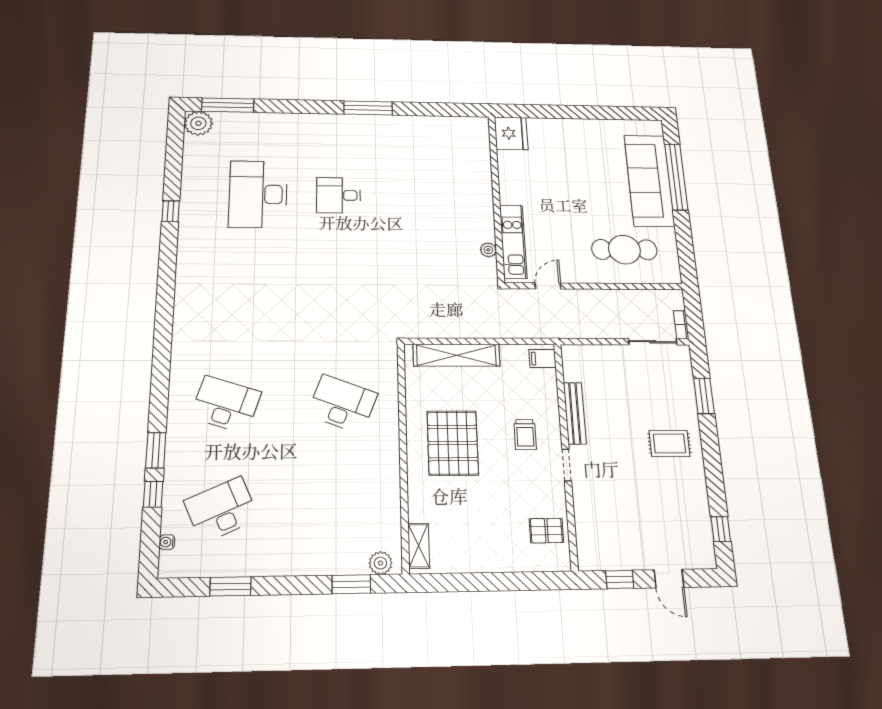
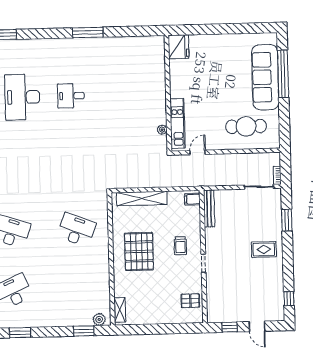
bench: (575, 413) -> (209, 208), moved

